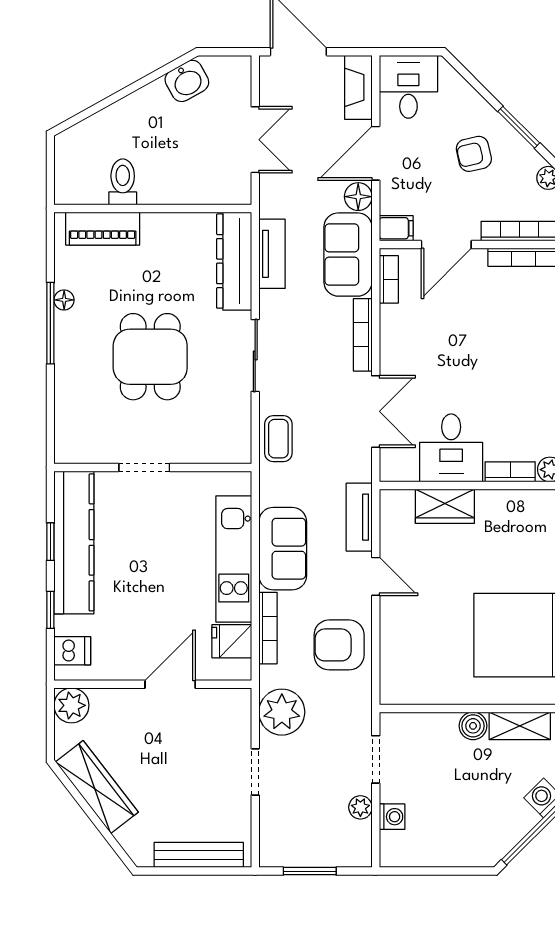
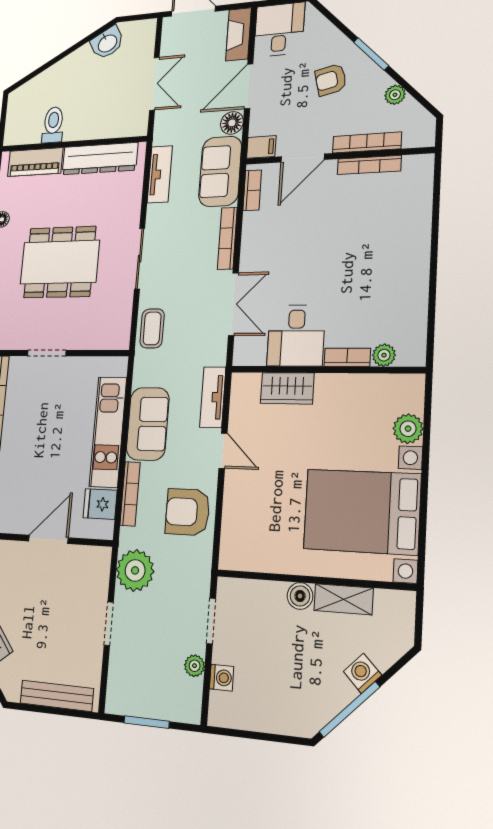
dresser: (234, 261) -> (100, 159), moved, turned -90
dining table: (150, 357) -> (60, 262), width x1.38

